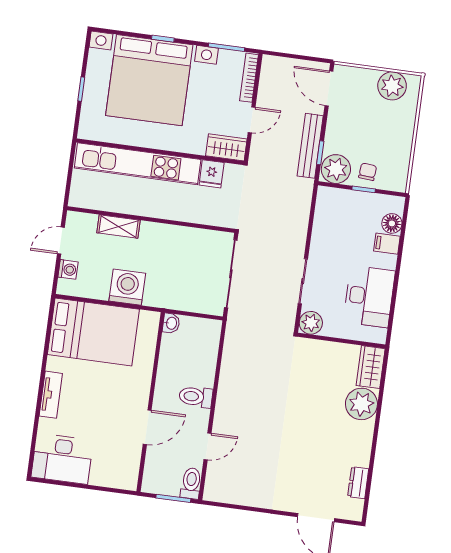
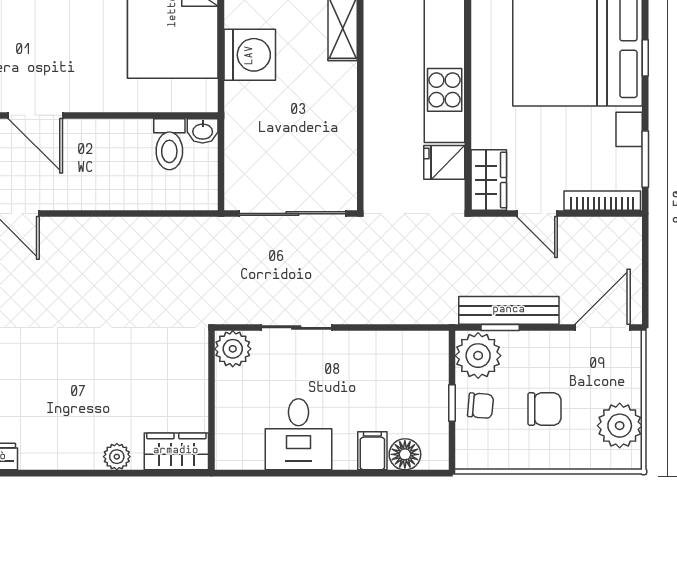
chair: (375, 132) -> (545, 409), added
desk: (369, 296) -> (298, 434), width x0.73
toilet: (196, 397) -> (169, 144), moved, turned 180
plant: (361, 404) -> (117, 457), width x0.53, depth x0.53

